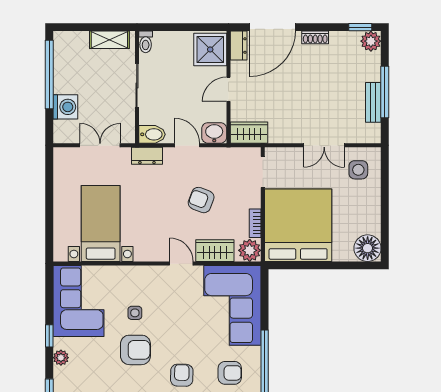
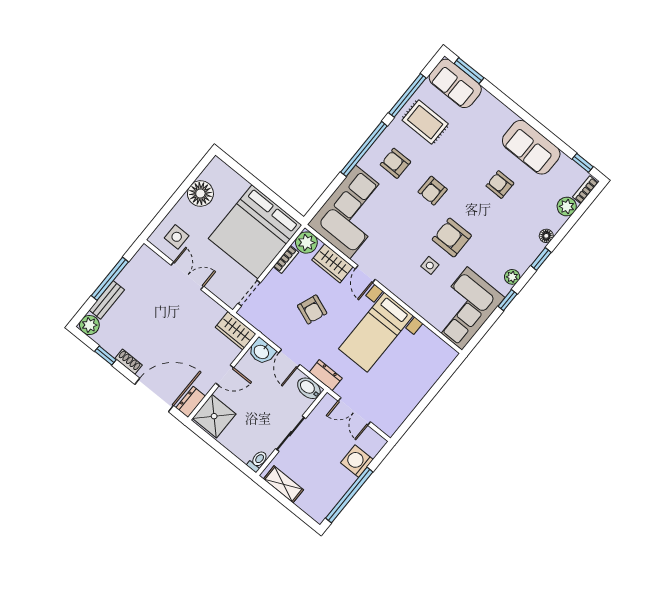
window: (360, 27) -> (105, 355), moved
bench: (373, 102) -> (107, 300), moved
bed with nightstands: (101, 223) -> (376, 332), moved
floor lamp: (368, 248) -> (200, 194), moved

